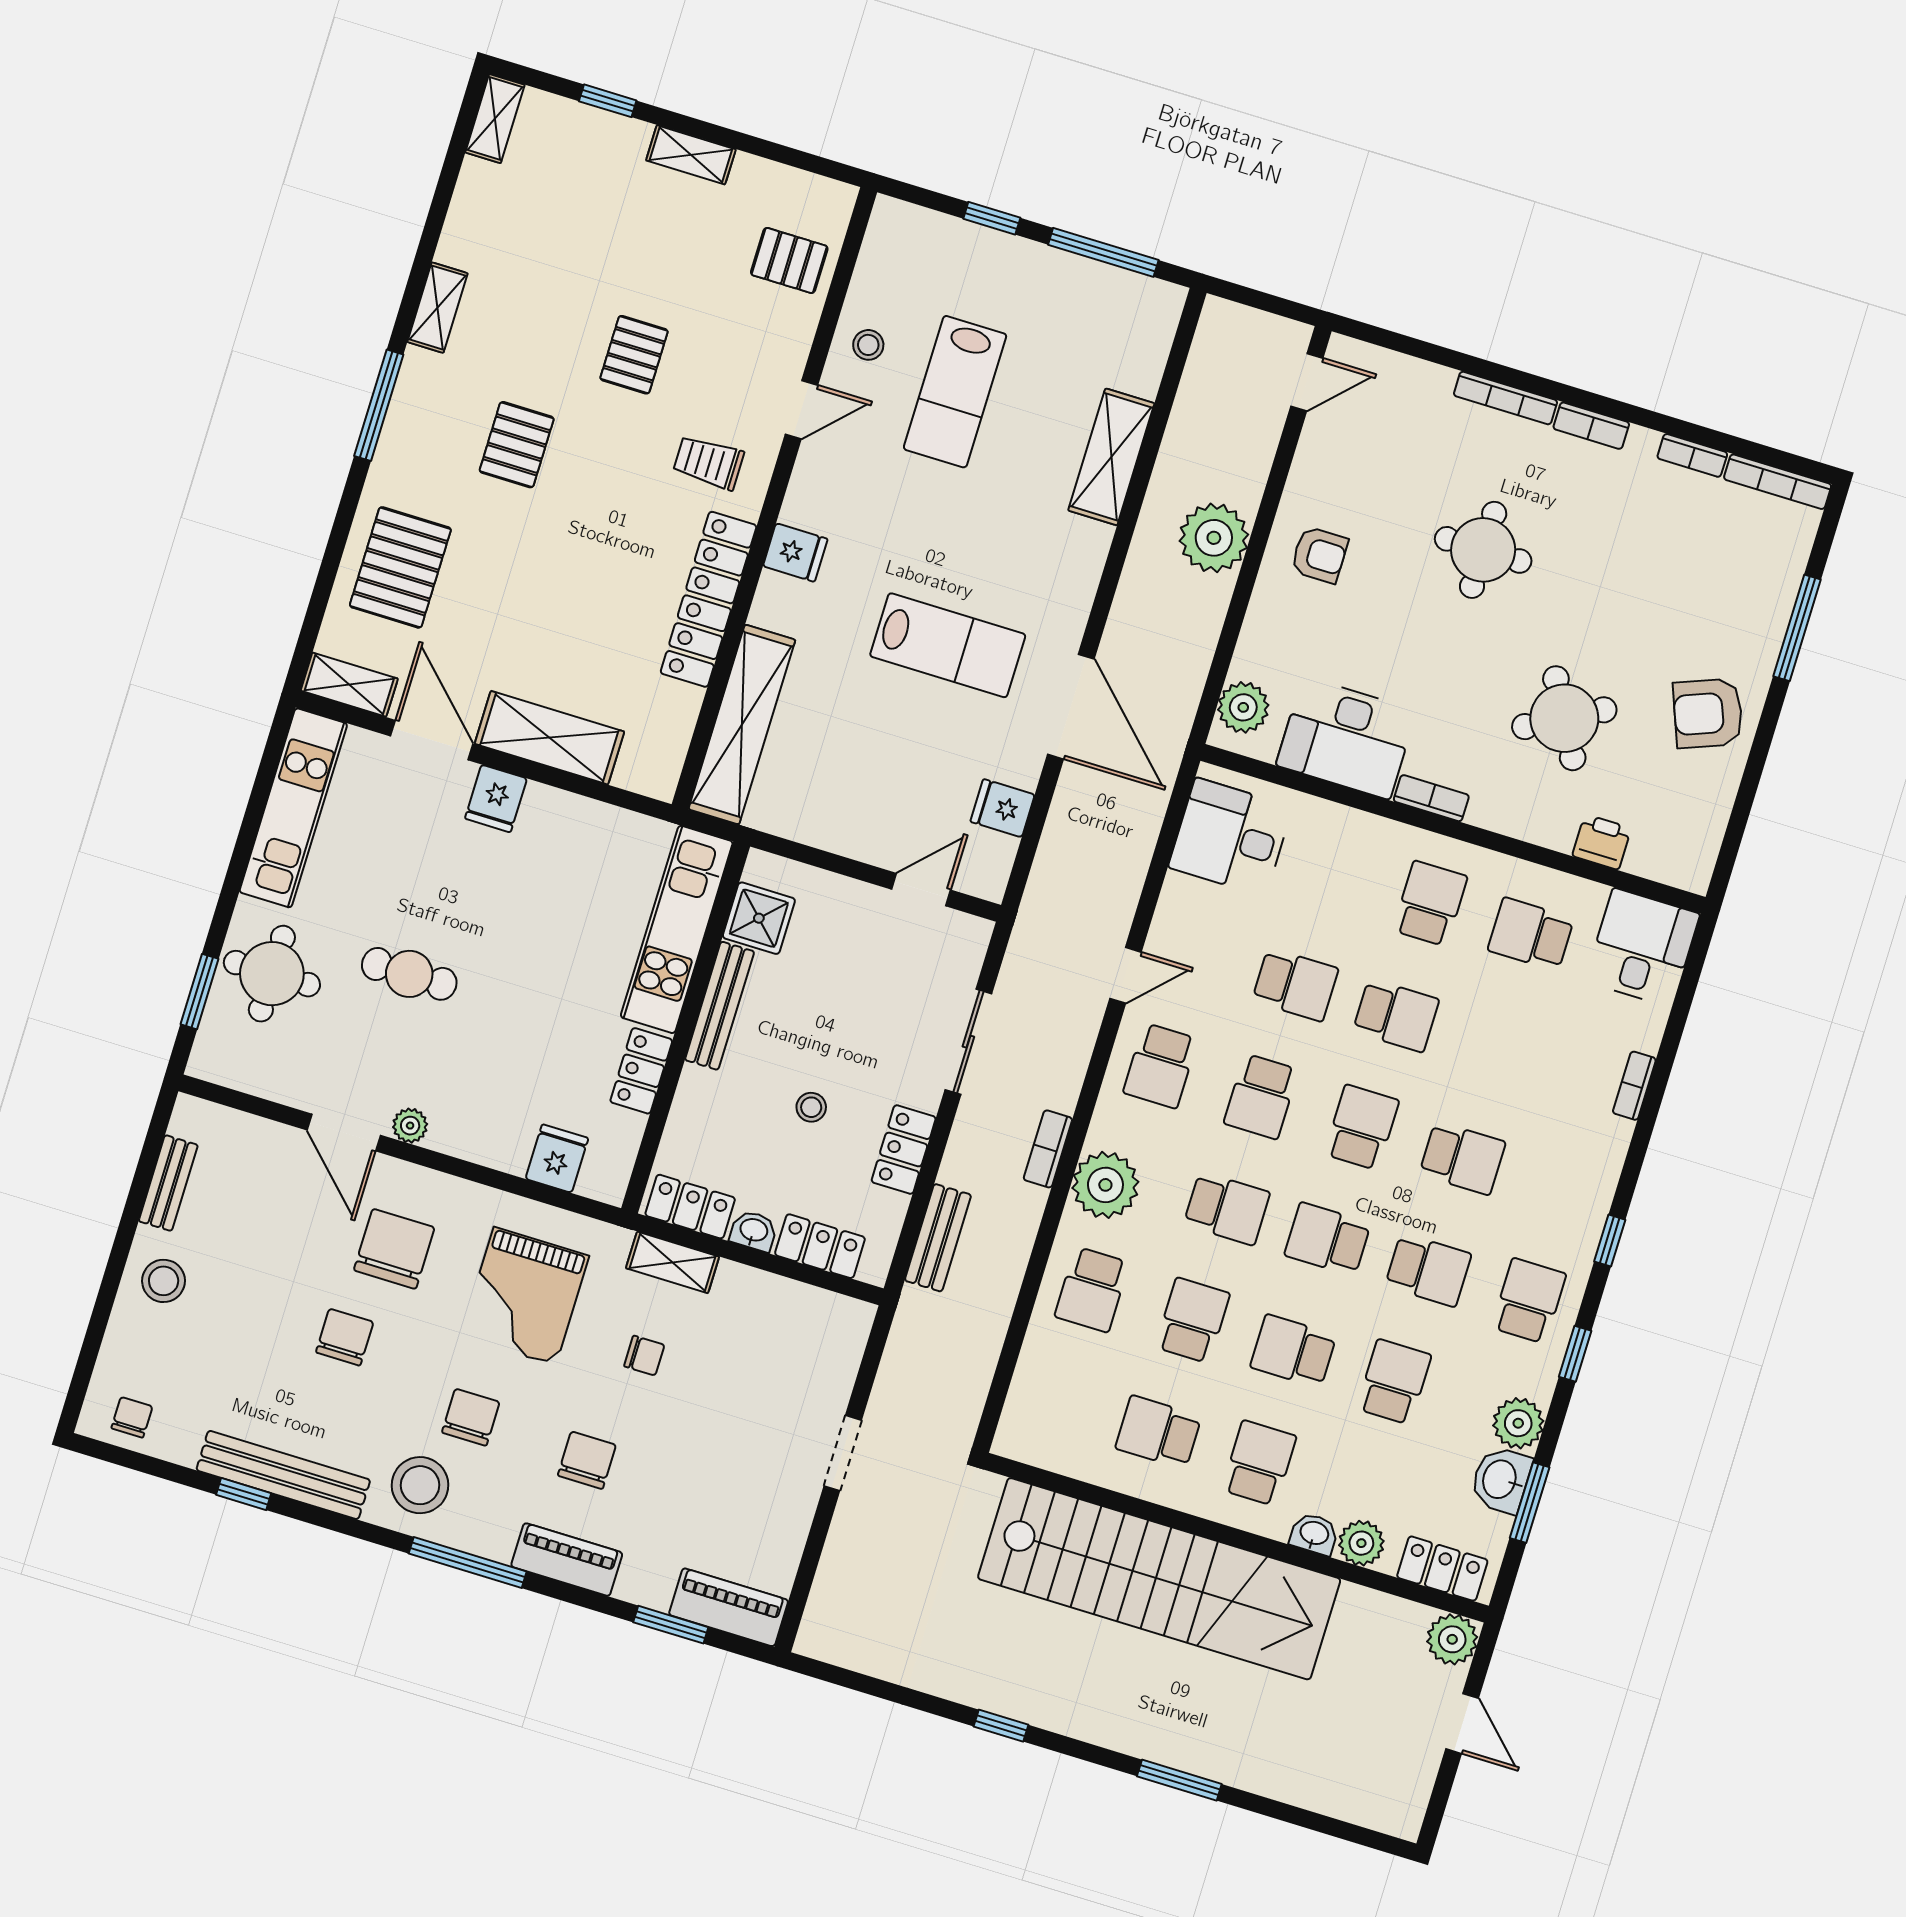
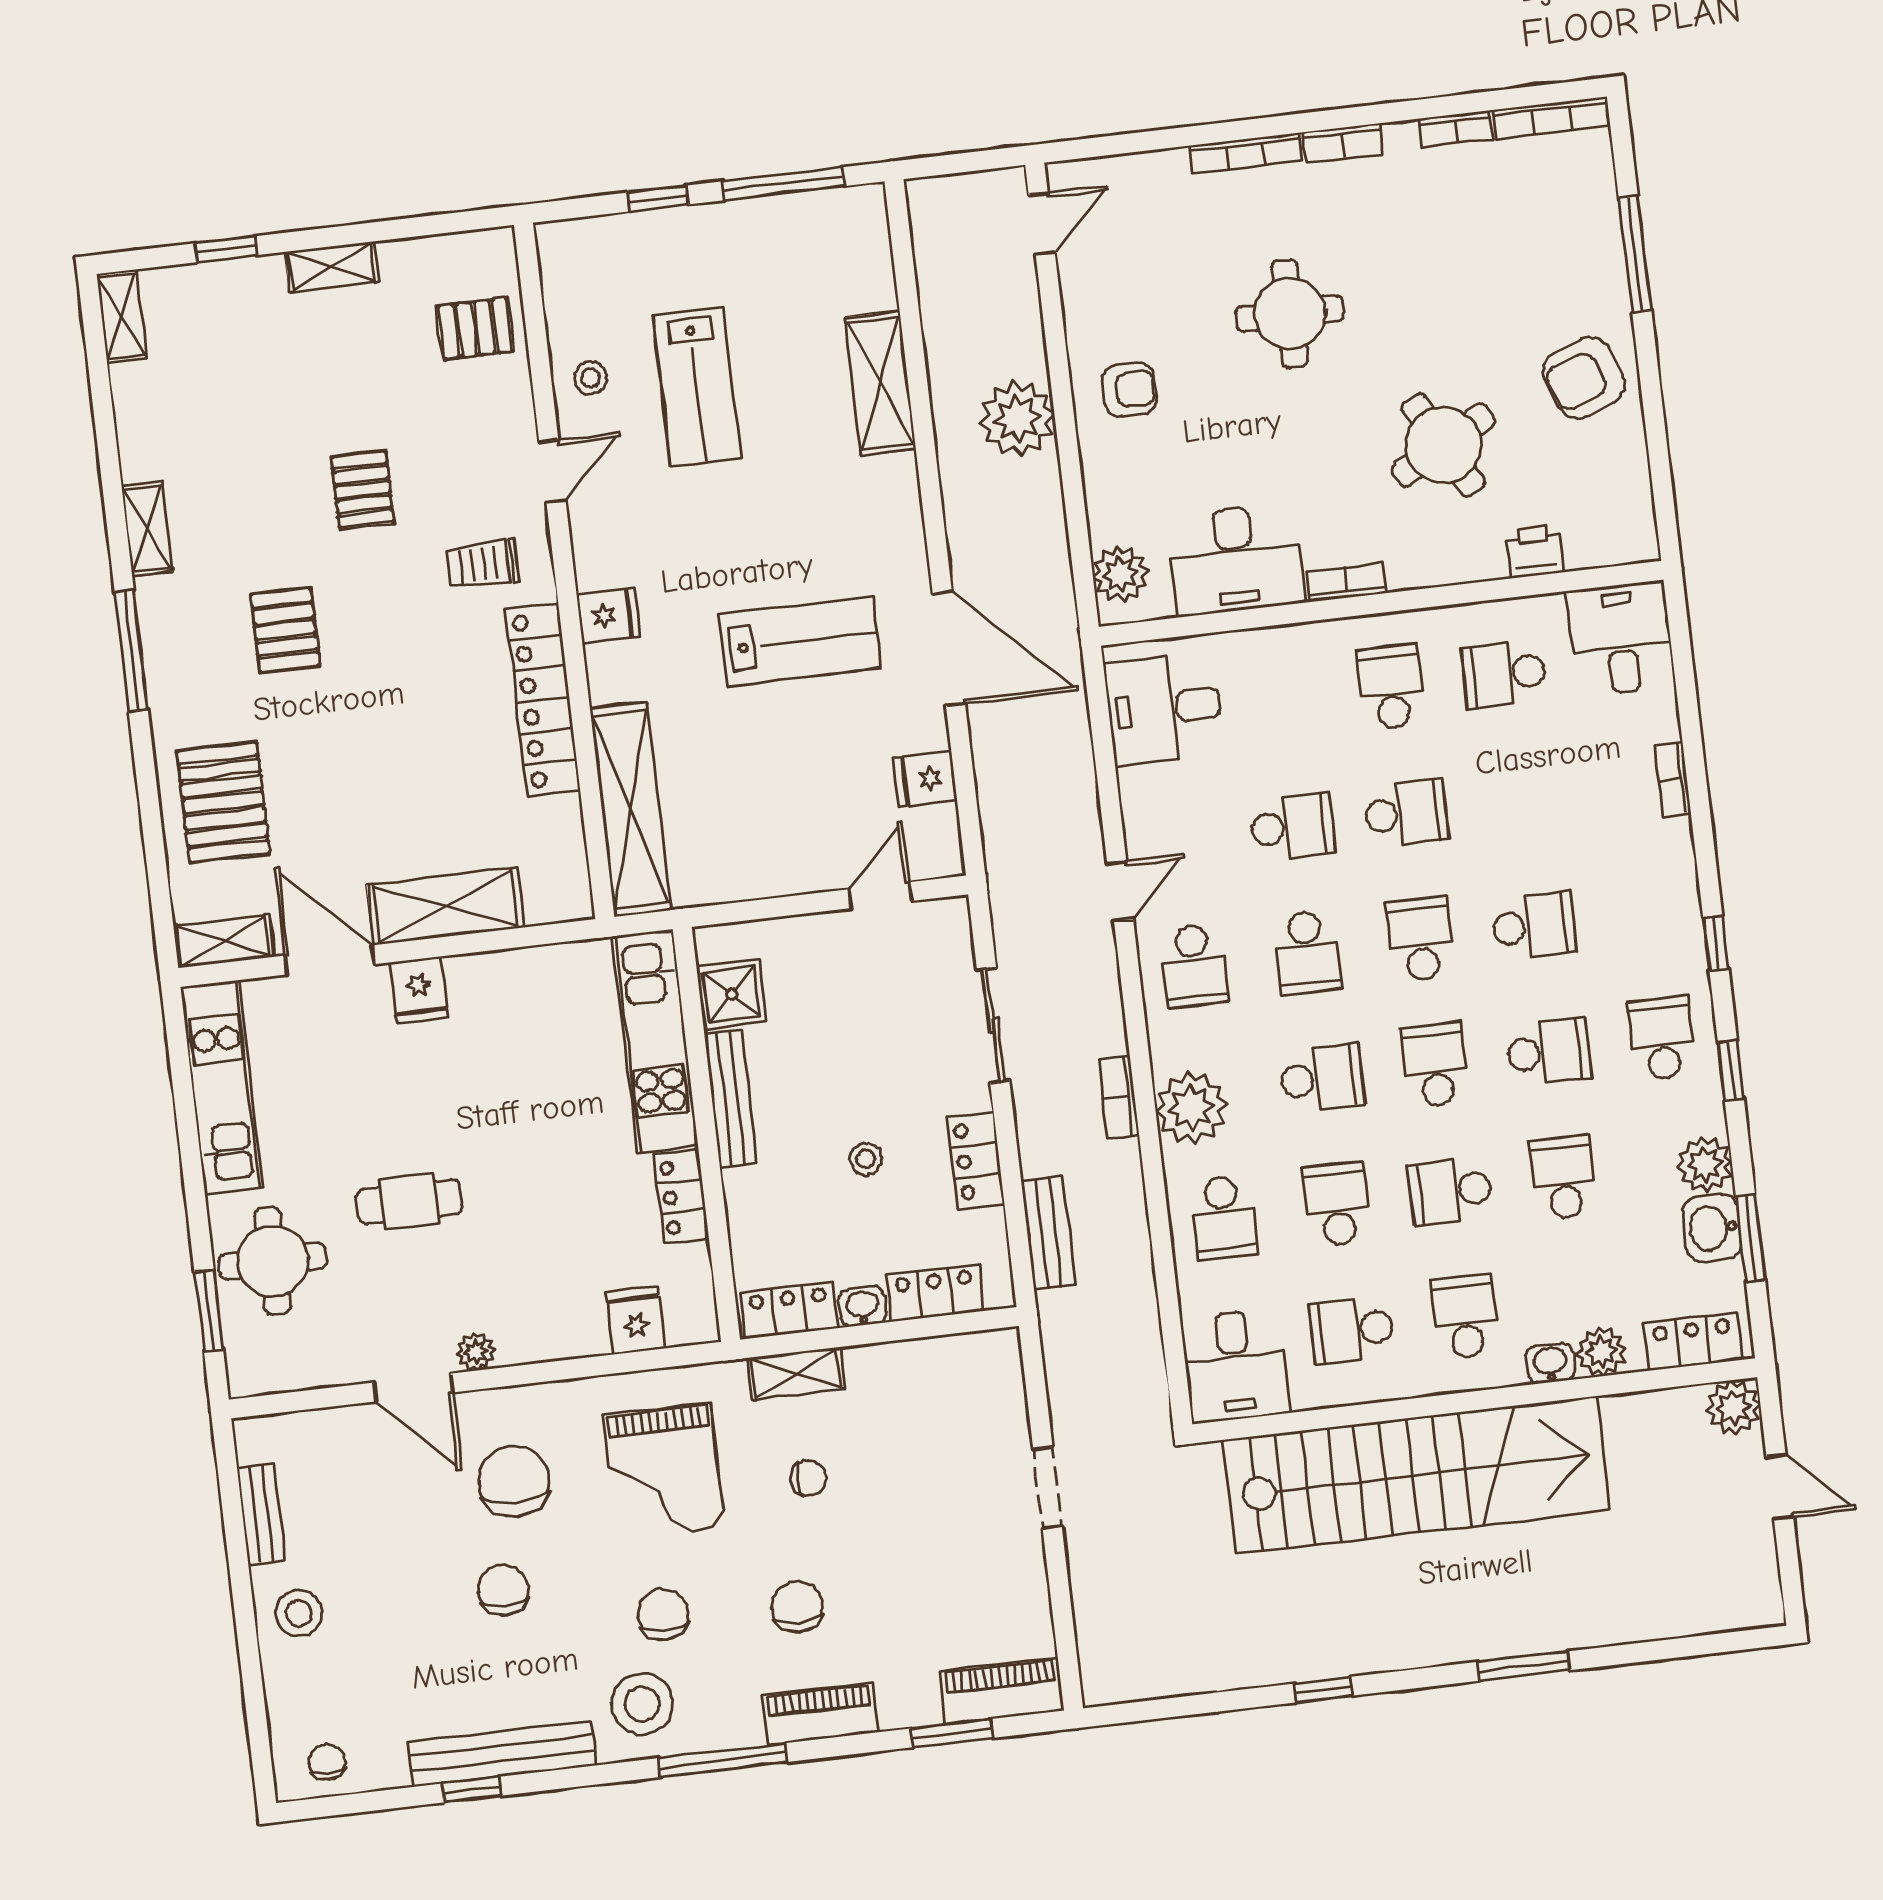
school desk: (1327, 1239) -> (1435, 1065), turned 90
desk: (1047, 1419) -> (1235, 1365), added

